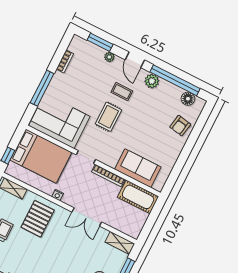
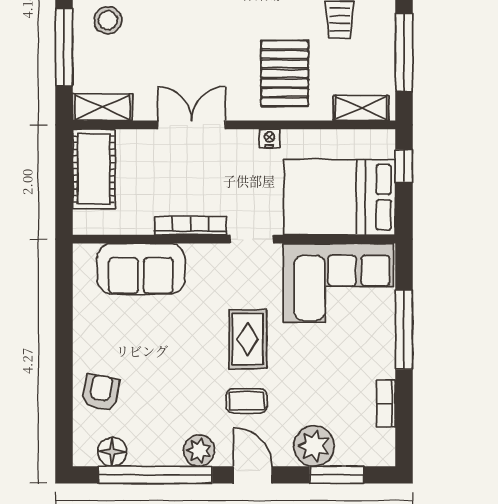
plant: (109, 57) -> (314, 446), width x1.87, depth x1.87
cot: (138, 197) -> (94, 169), moved, turned 90

